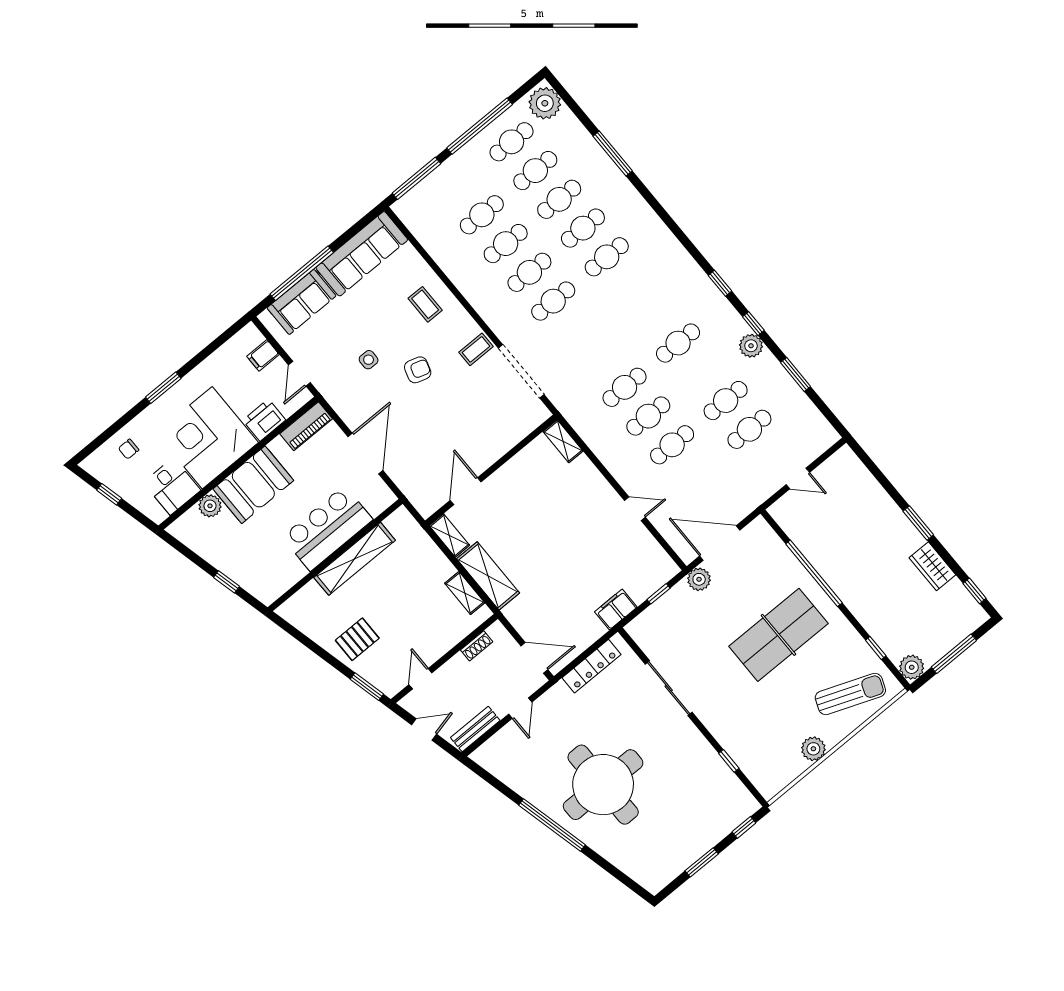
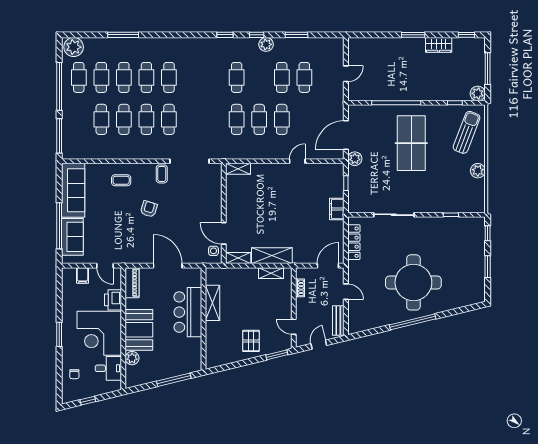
side table: (369, 360) -> (213, 251), moved
shelving: (355, 559) -> (212, 303), width x0.68
window: (226, 582) -> (174, 380), width x2.17

